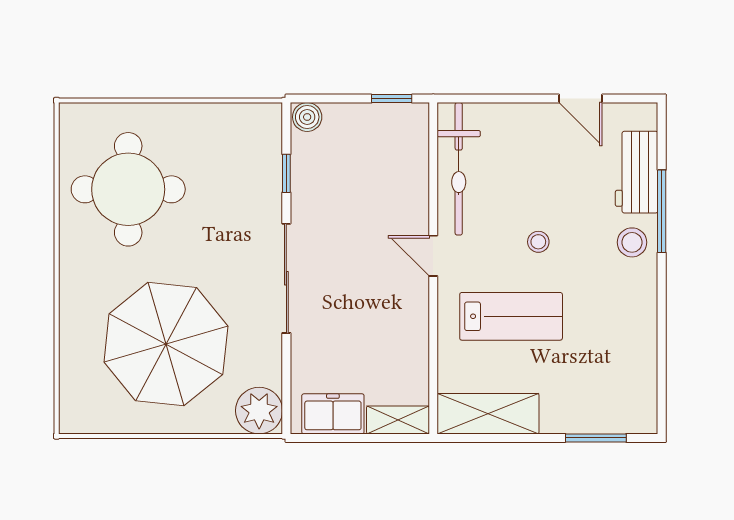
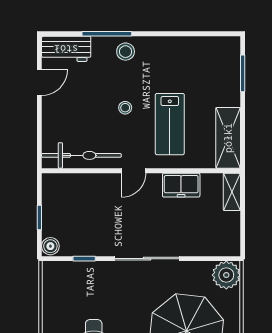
window: (392, 99) -> (39, 217), moved
workbench: (637, 172) -> (66, 49), moved
lab bench: (511, 316) -> (170, 124), turned 180
freezer: (333, 414) -> (181, 185), moved, turned -90

